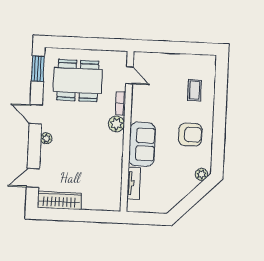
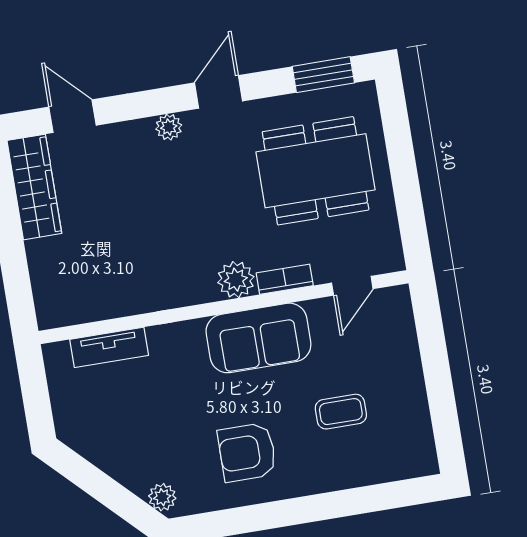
dining table: (78, 81) -> (316, 171), turned 90
coffee table: (194, 90) -> (341, 412), moved
armchair: (190, 135) -> (247, 452), turned 90
sofa: (142, 144) -> (258, 338), moved

